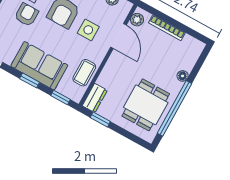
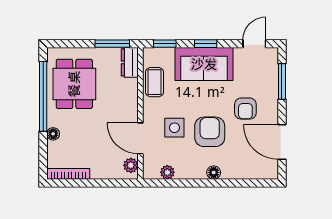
bookcase: (167, 28) -> (68, 174), moved
window: (100, 119) -> (112, 44), width x1.50

